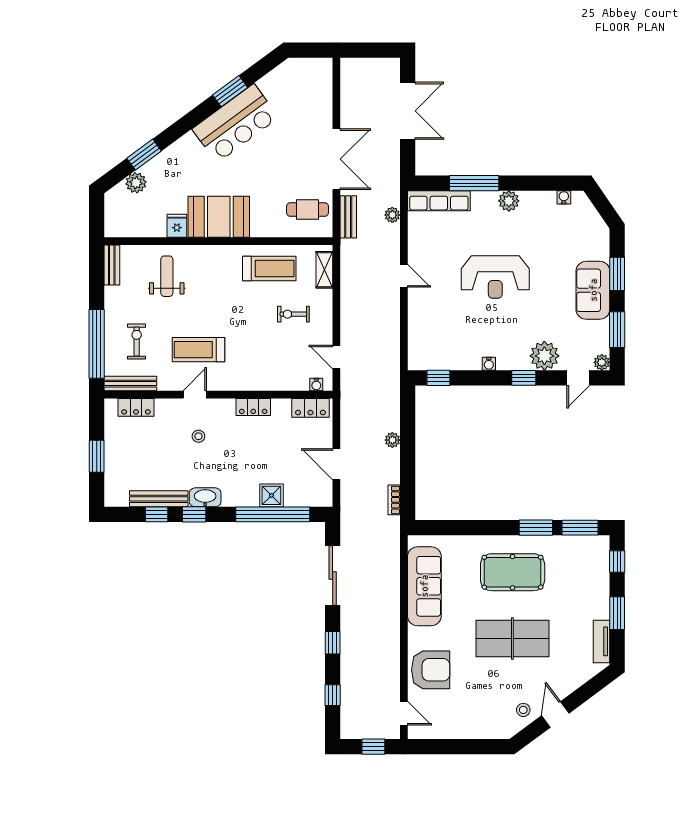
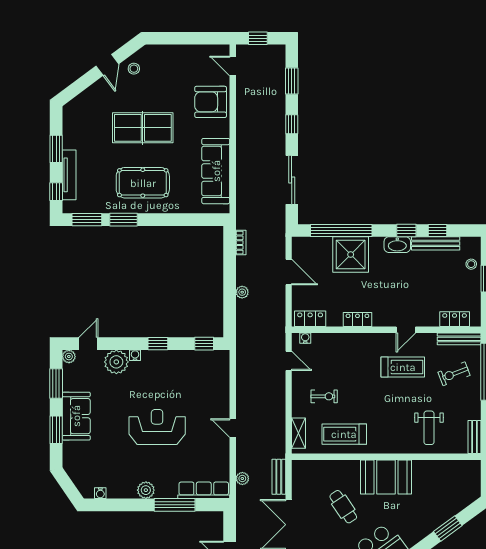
plant: (136, 183) -> (455, 505), removed
cafe table: (308, 210) -> (343, 507), moved, turned 56
fridge: (177, 226) -> (421, 470), removed
exercise bike: (137, 341) -> (454, 374), turned 69
water cooler: (489, 364) -> (135, 355), moved
window: (524, 378) -> (158, 344), moved
stool: (198, 436) -> (471, 264), moved
shower: (271, 495) -> (351, 255), width x1.86, depth x1.86
tv unit: (602, 641) -> (69, 175), moved, width x1.41
window: (333, 695) -> (292, 81), width x1.50

